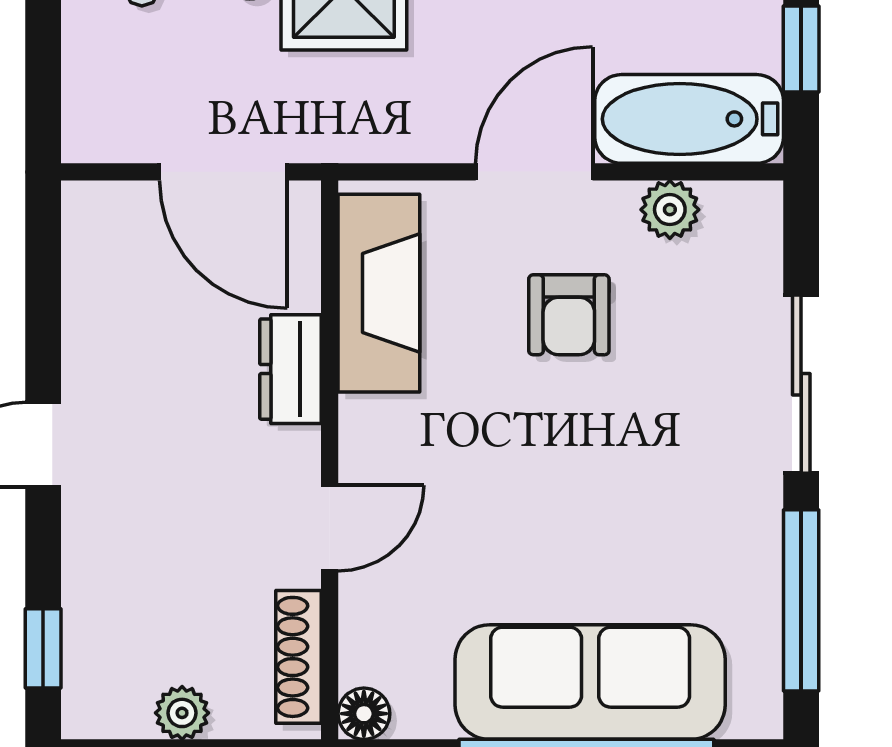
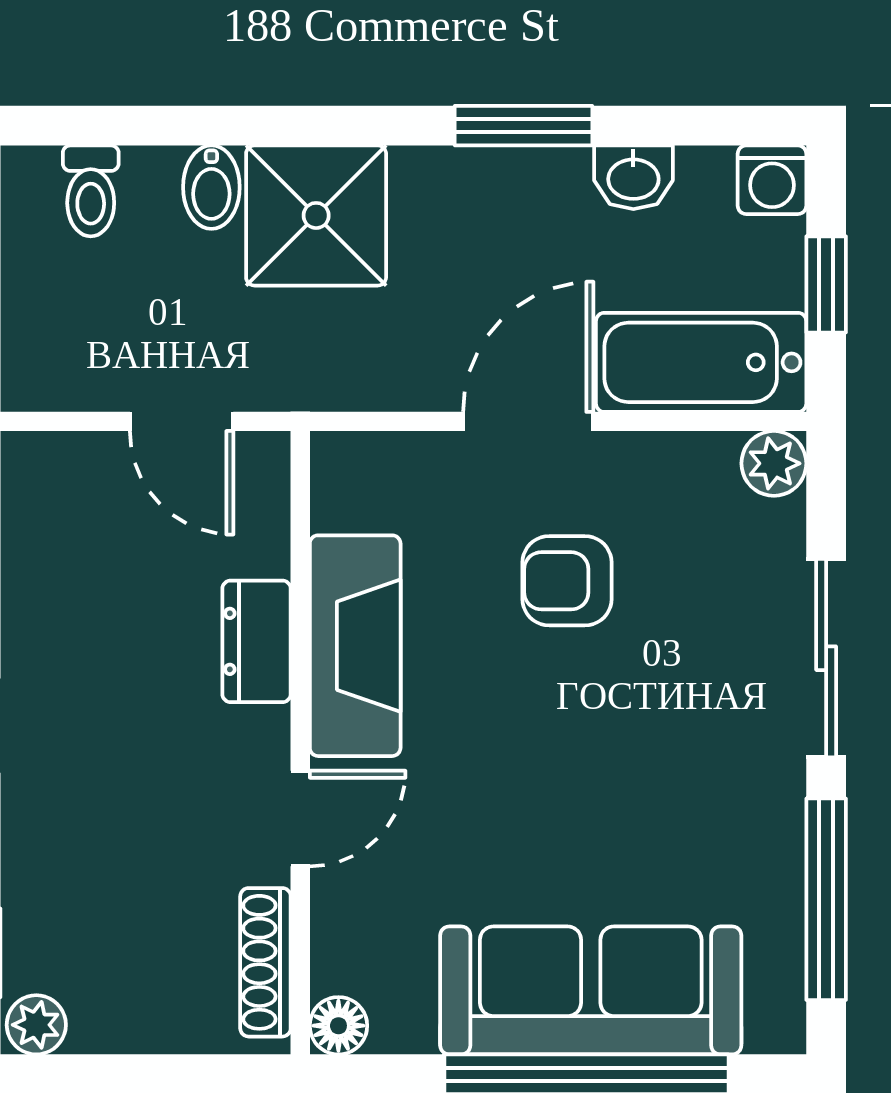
door: (223, 172) -> (182, 421), width x0.73
plant: (670, 210) -> (774, 463), moved
fireplace: (379, 293) -> (355, 646), moved
armchair: (569, 315) -> (567, 581), turned 90
plant: (182, 713) -> (36, 1025), moved

